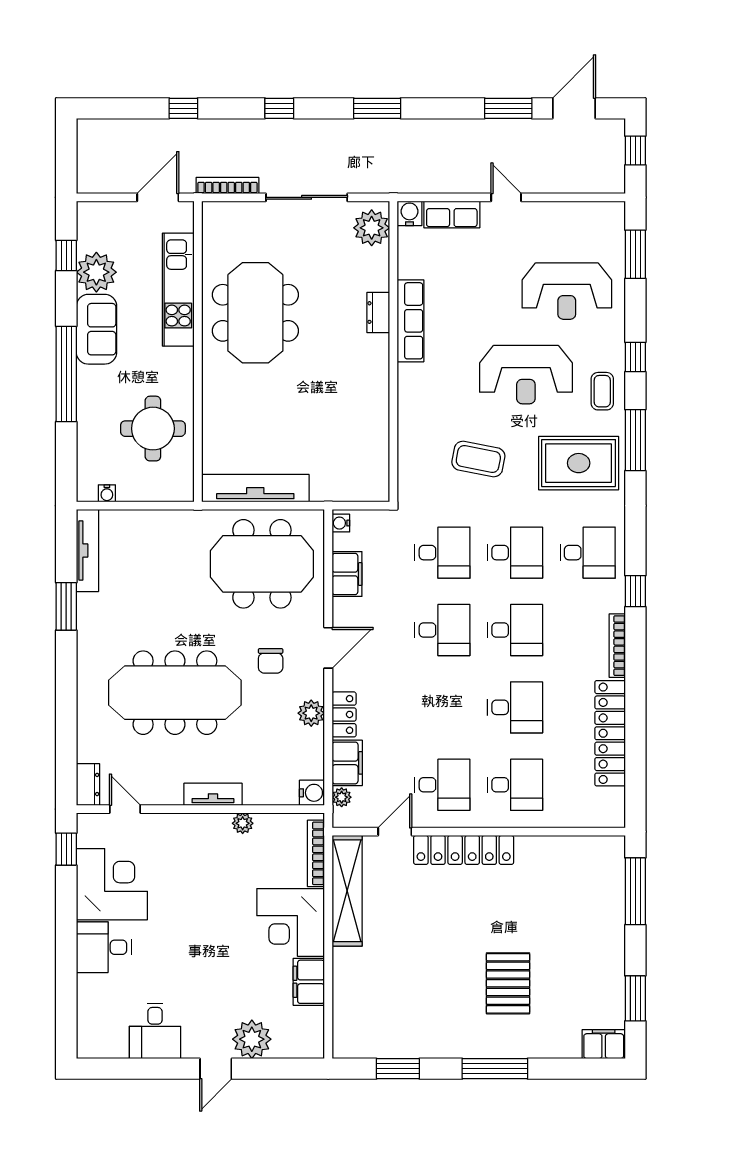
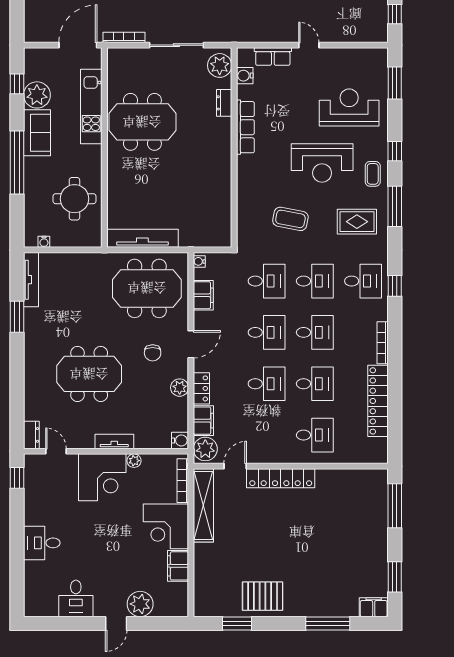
door: (158, 197) -> (78, 45), width x1.36
water cooler: (410, 213) -> (245, 76), moved, turned -90
reception desk: (567, 291) -> (349, 107), turned 180
meeting table: (255, 313) -> (142, 122), turned 90
dresser: (378, 313) -> (224, 103), moved
rug: (579, 463) -> (357, 222), width x0.73, depth x0.70
window: (635, 591) -> (395, 286), moved
meeting table: (175, 693) -> (89, 374), width x0.73
desk: (442, 785) -> (267, 384), moved
plant: (342, 797) -> (205, 449), width x1.88, depth x1.88
corner desk: (112, 884) -> (102, 477), moved, turned 90
pallet: (508, 983) -> (263, 596), moved, turned 90
window: (495, 1069) -> (328, 623), moved

